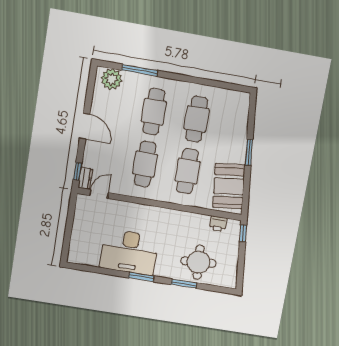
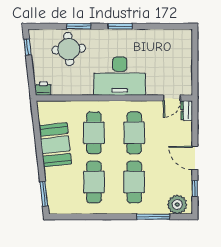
window: (249, 152) -> (44, 194), moved
window: (78, 171) -> (195, 188), moved
booth: (229, 186) -> (55, 145), moved
printer: (218, 224) -> (43, 89), moved
window: (243, 233) -> (27, 47), moved
desk: (129, 252) -> (120, 76), moved, turned 180

